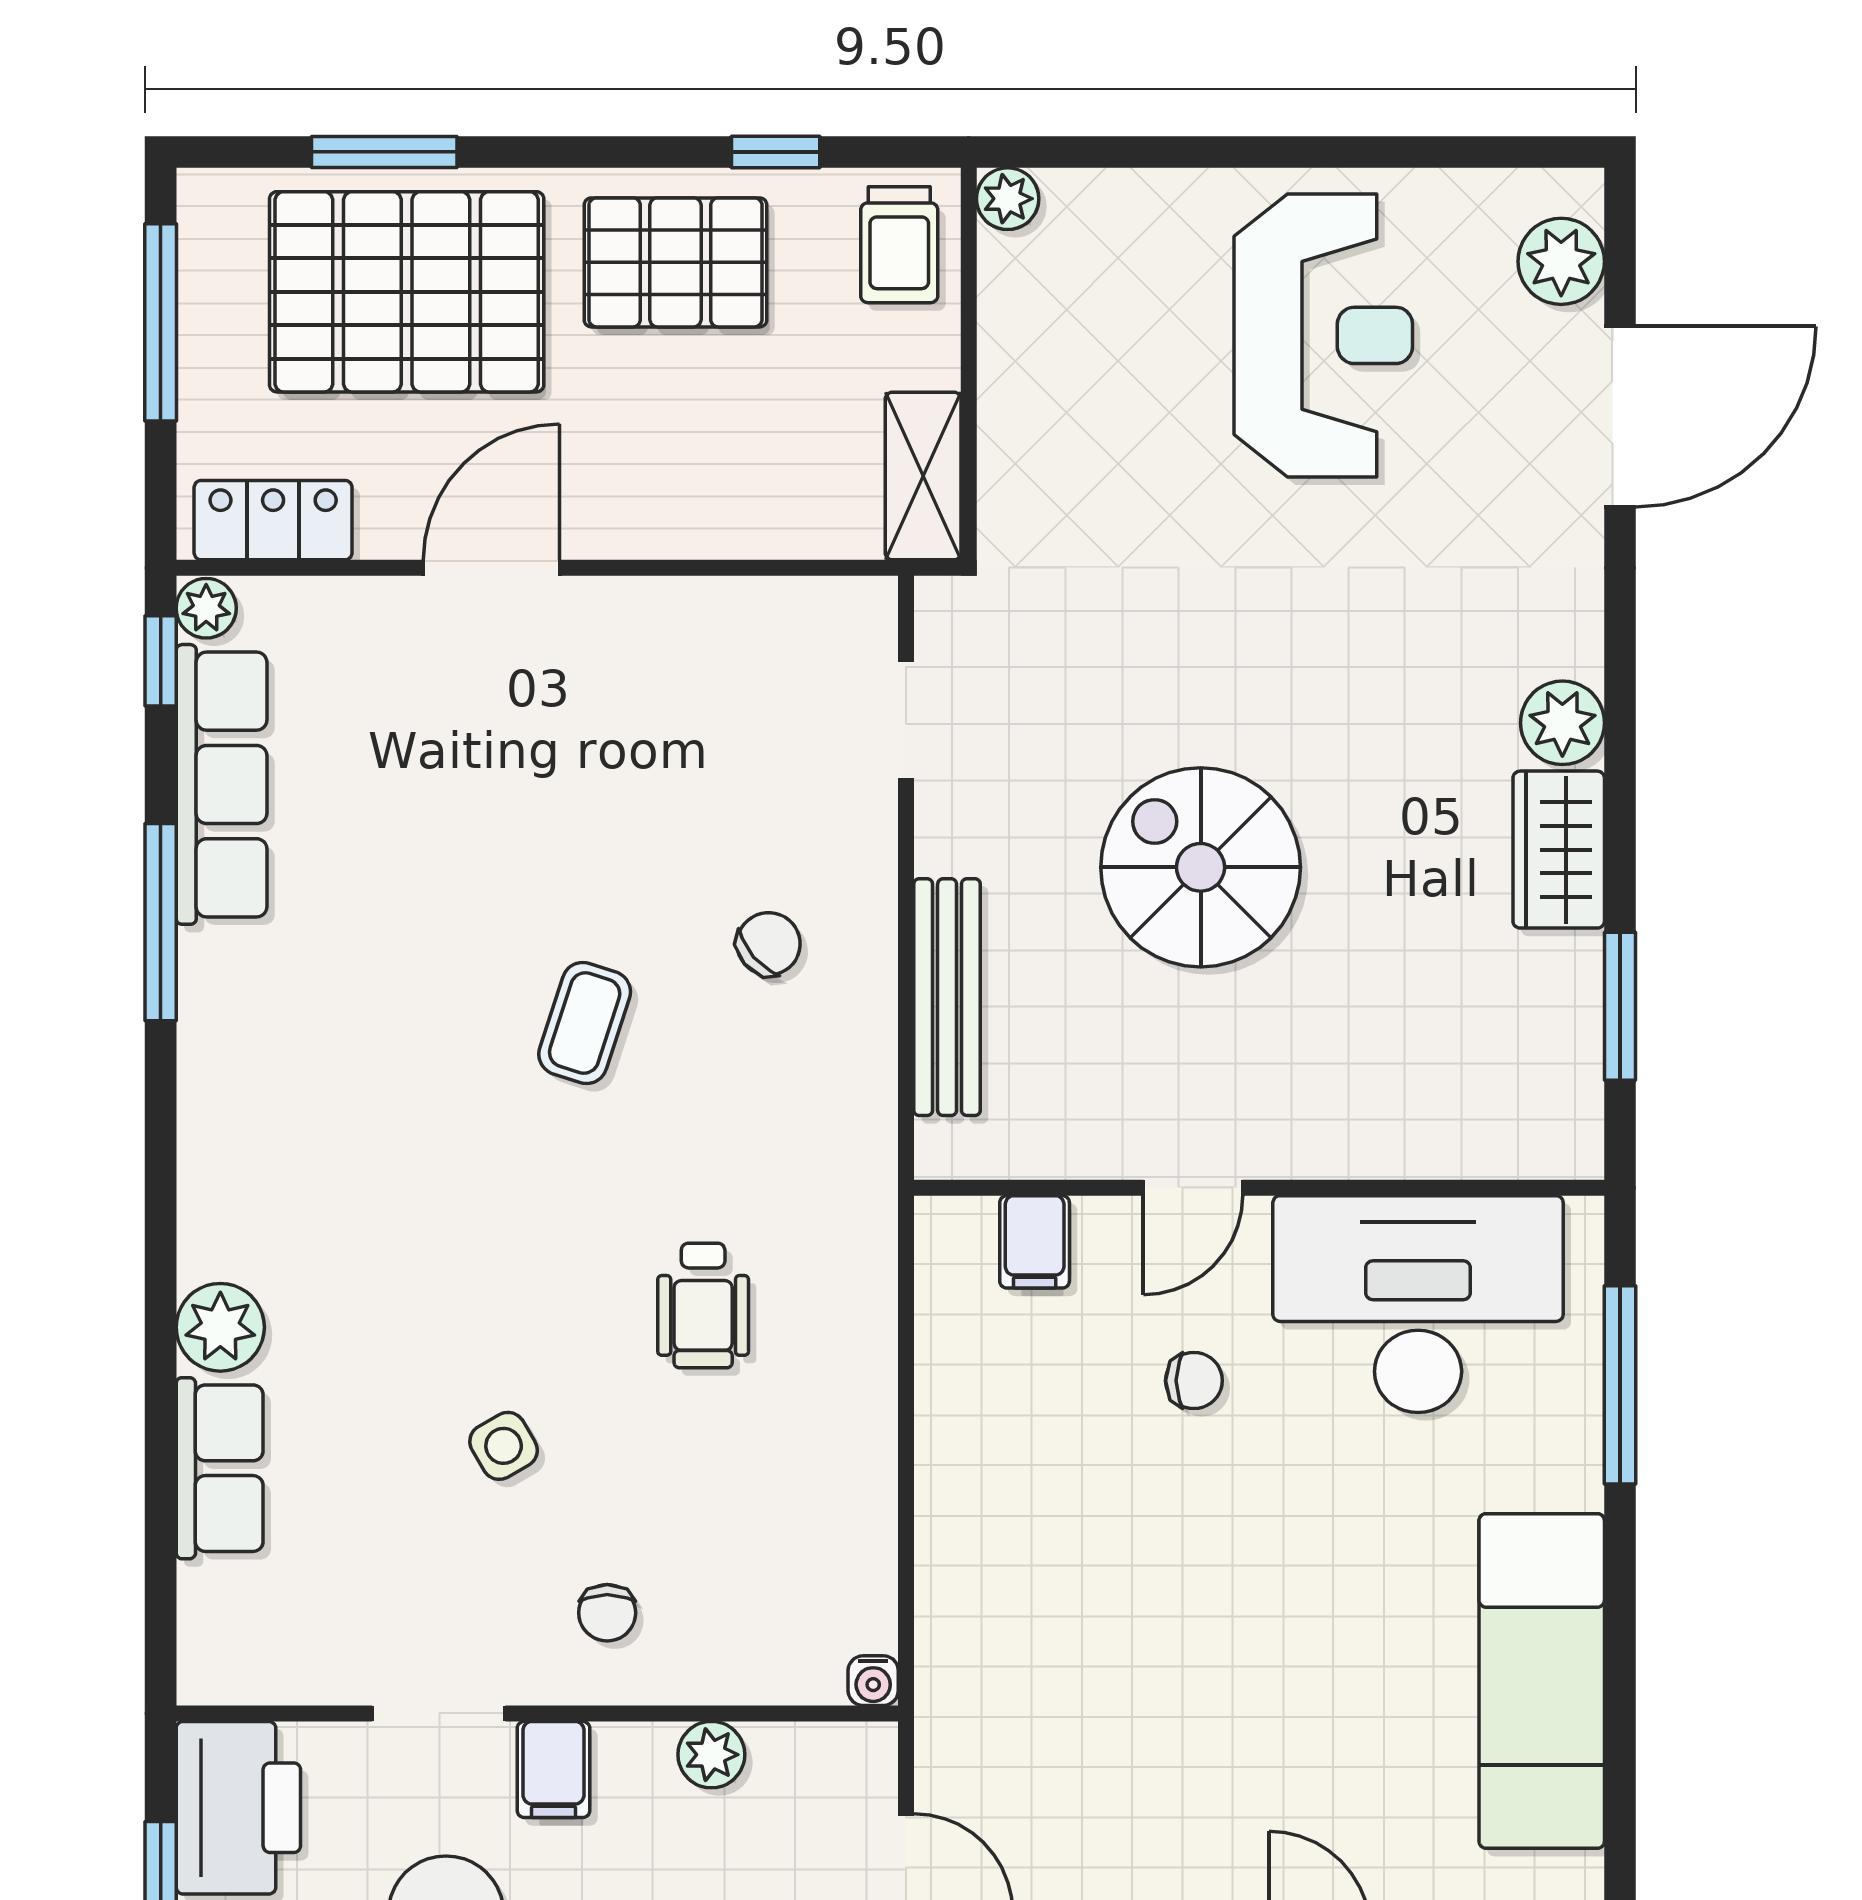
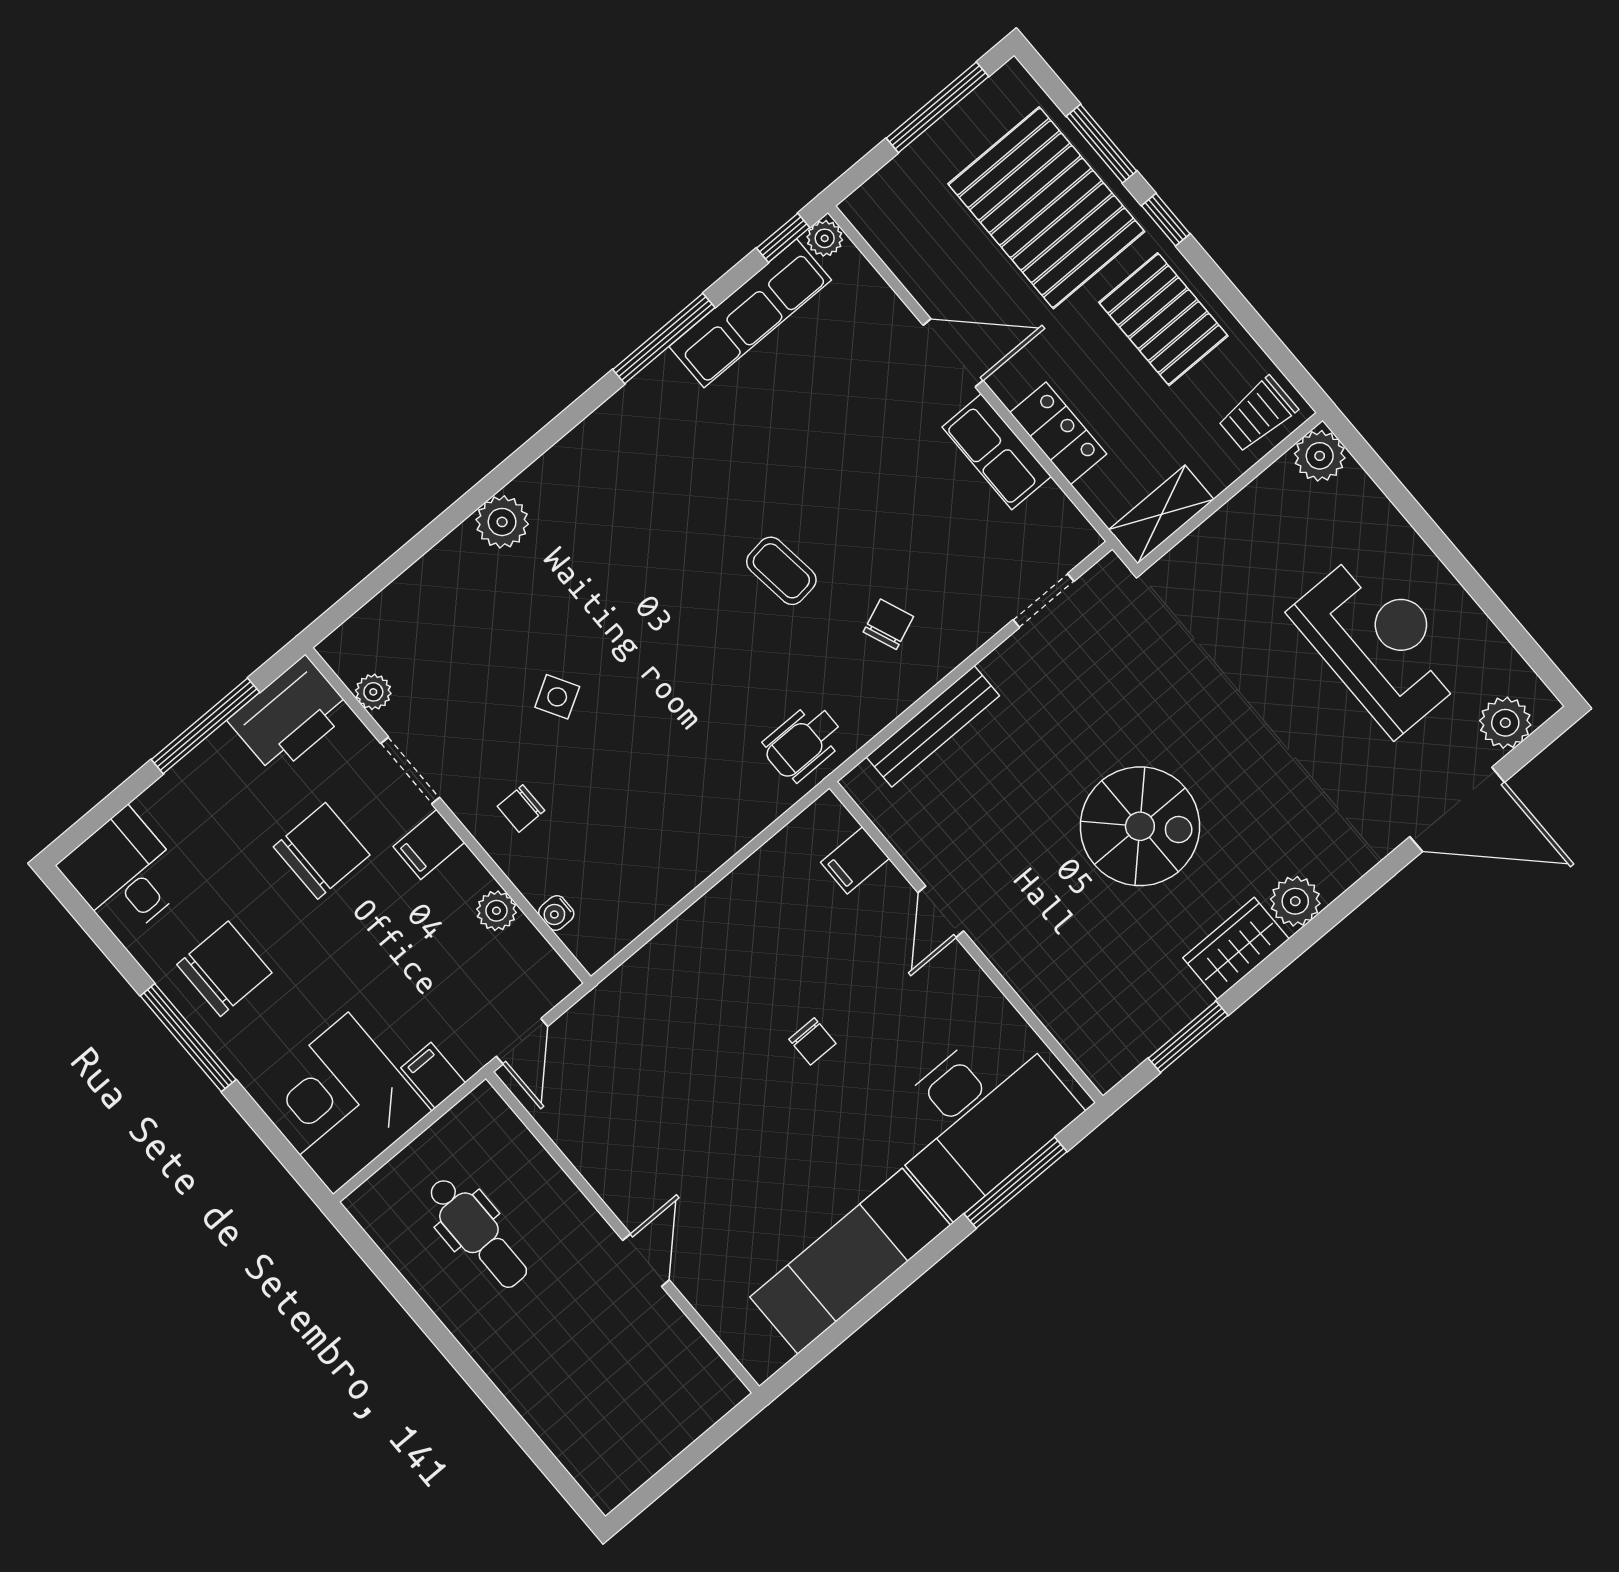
window: (776, 152) -> (1166, 220), moved
plant: (1008, 199) -> (1320, 456), width x1.38, depth x1.38
reception desk: (1323, 335) -> (1380, 643), turned -90
locker: (273, 520) -> (1058, 433), moved
spiral stairs: (1201, 867) -> (1140, 826), moved, turned 90
chair: (769, 944) -> (888, 624), turned -71
coffee table: (585, 1023) -> (781, 571), turned 65
door: (1193, 1188) -> (941, 912), hinge flipped
desk: (1418, 1304) -> (978, 1117), moved, turned 90
wheelchair: (703, 1305) -> (803, 743), moved
chair: (1194, 1381) -> (812, 1041), moved
row of seats: (220, 1468) -> (997, 452), moved, turned 90
plant: (298, 1676) -> (373, 692), added
water cooler: (873, 1681) -> (556, 913), moved

